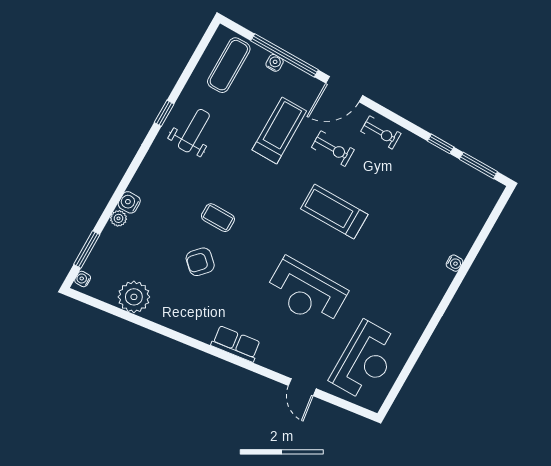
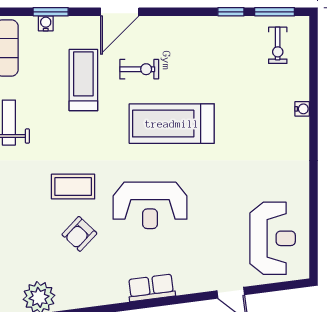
window: (285, 55) -> (51, 12), width x0.47
exercise bike: (381, 132) -> (278, 45), moved, turned 90
treadmill: (334, 212) -> (172, 124), width x1.37, depth x1.38
coffee table: (218, 218) -> (73, 187), width x1.36, depth x1.30
reception desk: (306, 293) -> (150, 205), moved

